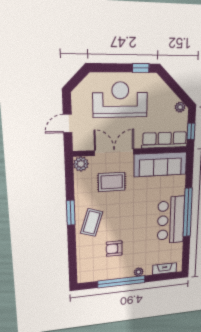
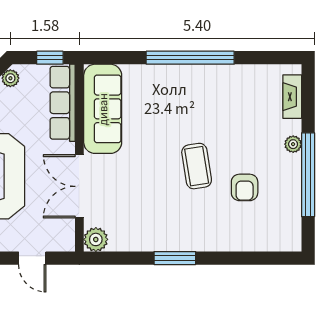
rug: (112, 182) -> (128, 191), removed
bar counter: (171, 220) -> (202, 88), removed
coffee table: (92, 222) -> (197, 166), moved, turned 63

